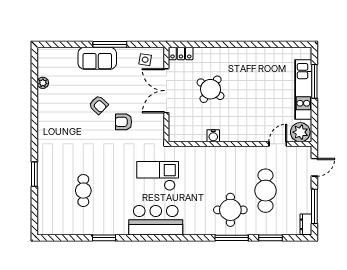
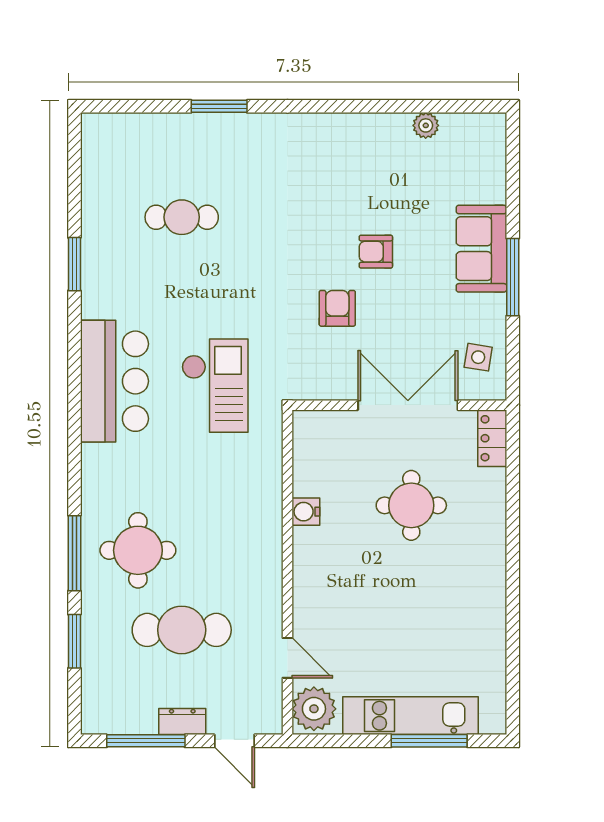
round table: (211, 89) -> (411, 505), turned -35
armchair: (99, 105) -> (376, 252), turned 46
dresser: (306, 224) -> (182, 721), moved

